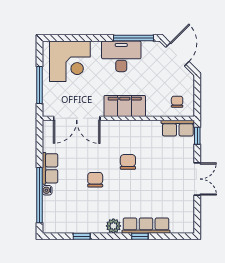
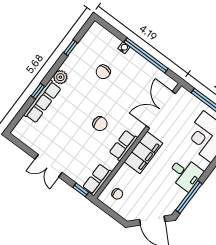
desk: (121, 56) -> (185, 174), width x0.73
row of seats: (50, 168) -> (123, 145), moved, turned 90
chair: (95, 180) -> (103, 72), moved, turned 93
window: (39, 195) -> (146, 55), moved

